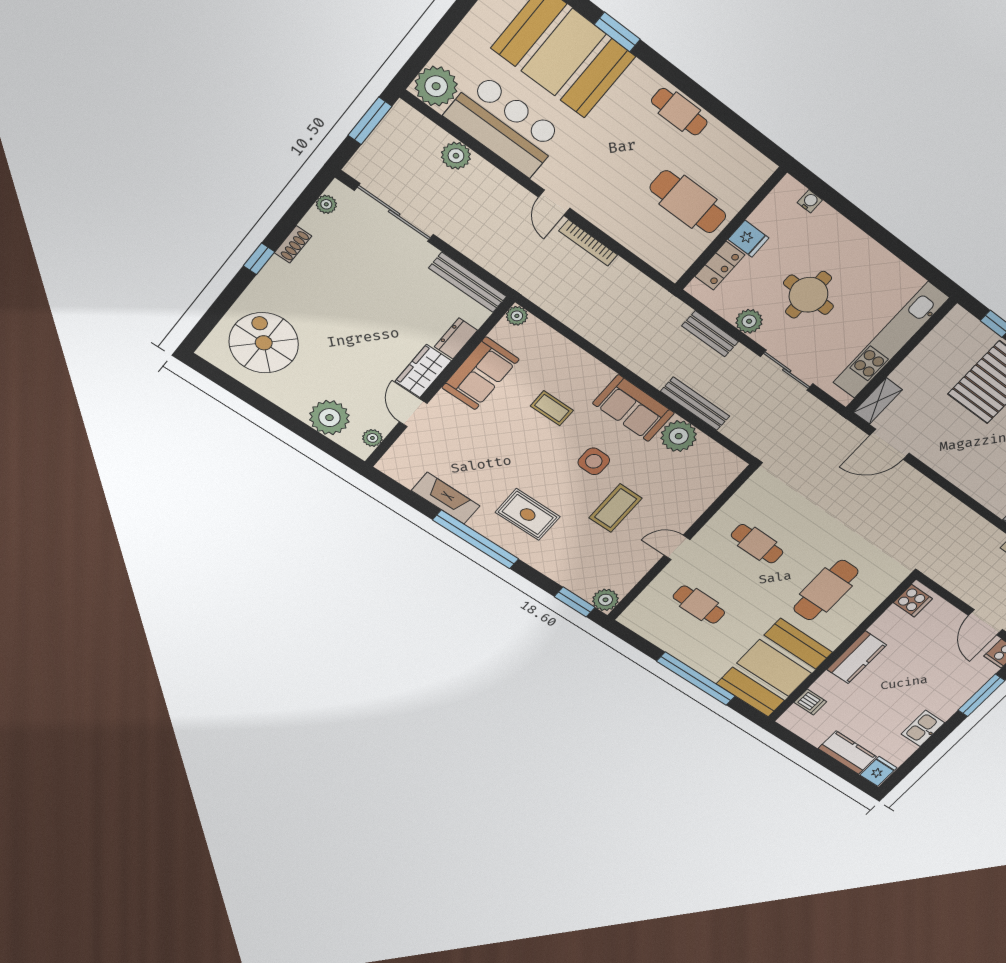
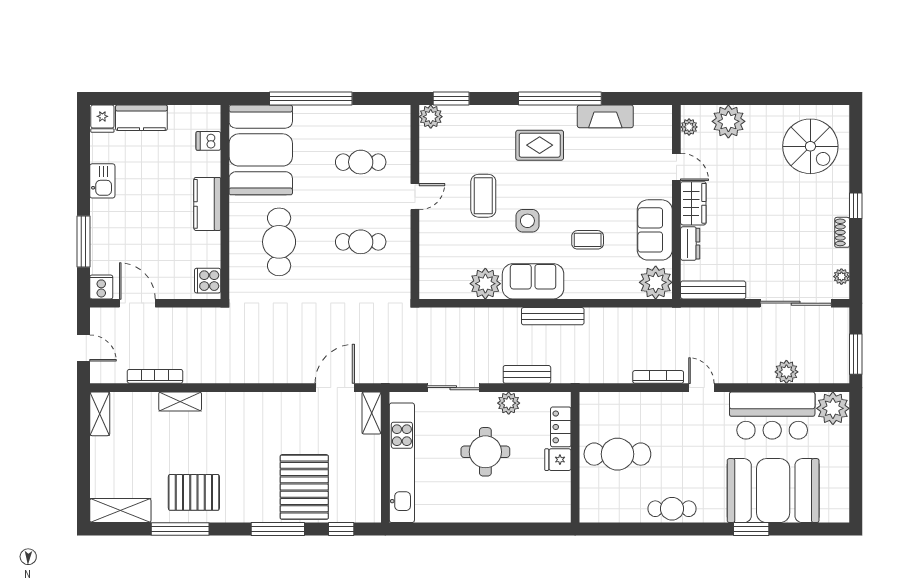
water cooler: (810, 201) -> (540, 515), removed
plant: (517, 316) -> (656, 282), width x1.88, depth x1.88
bench: (695, 404) -> (553, 316), moved

